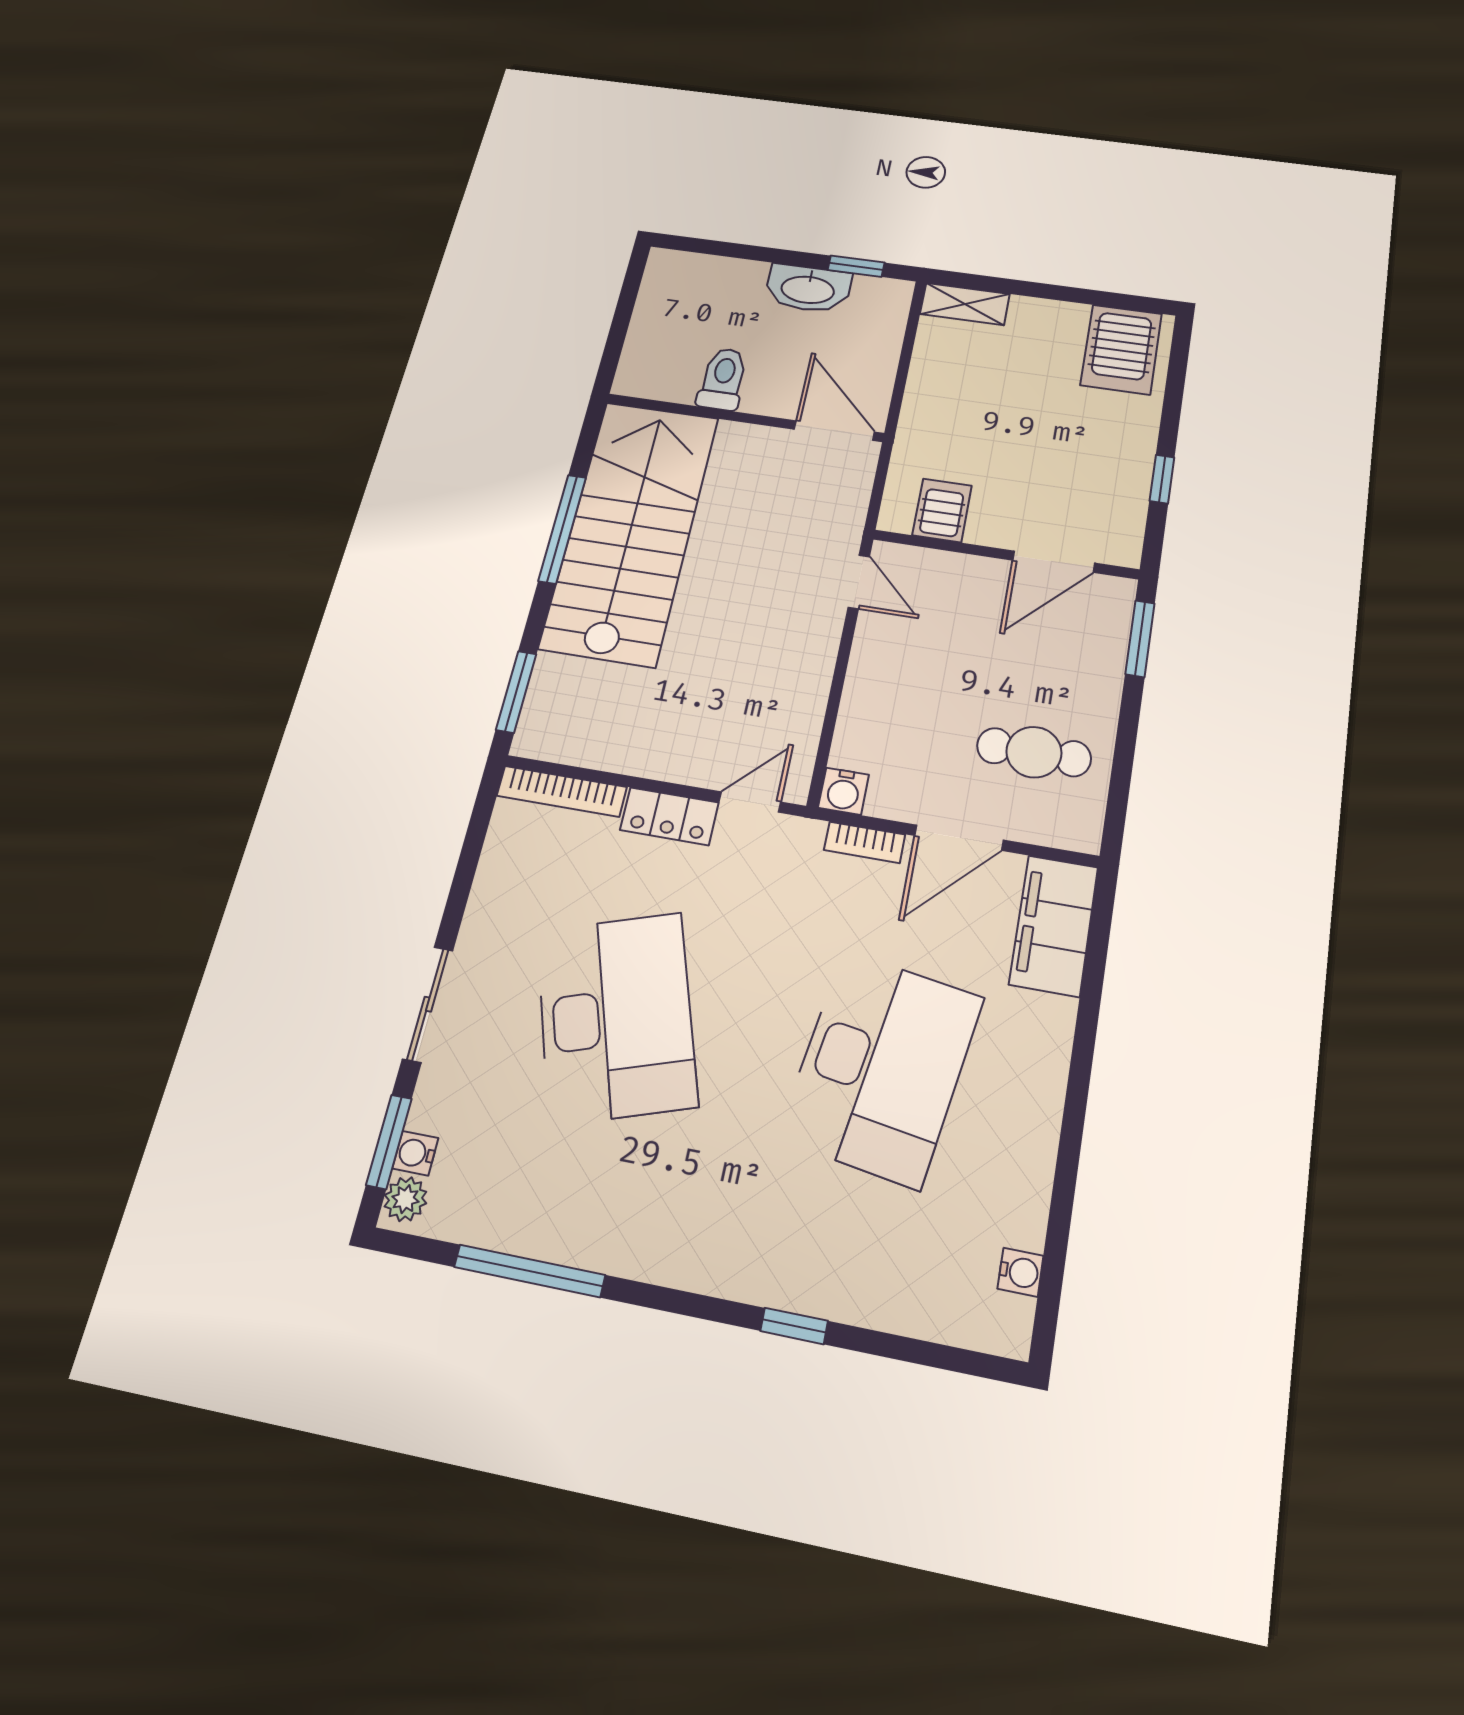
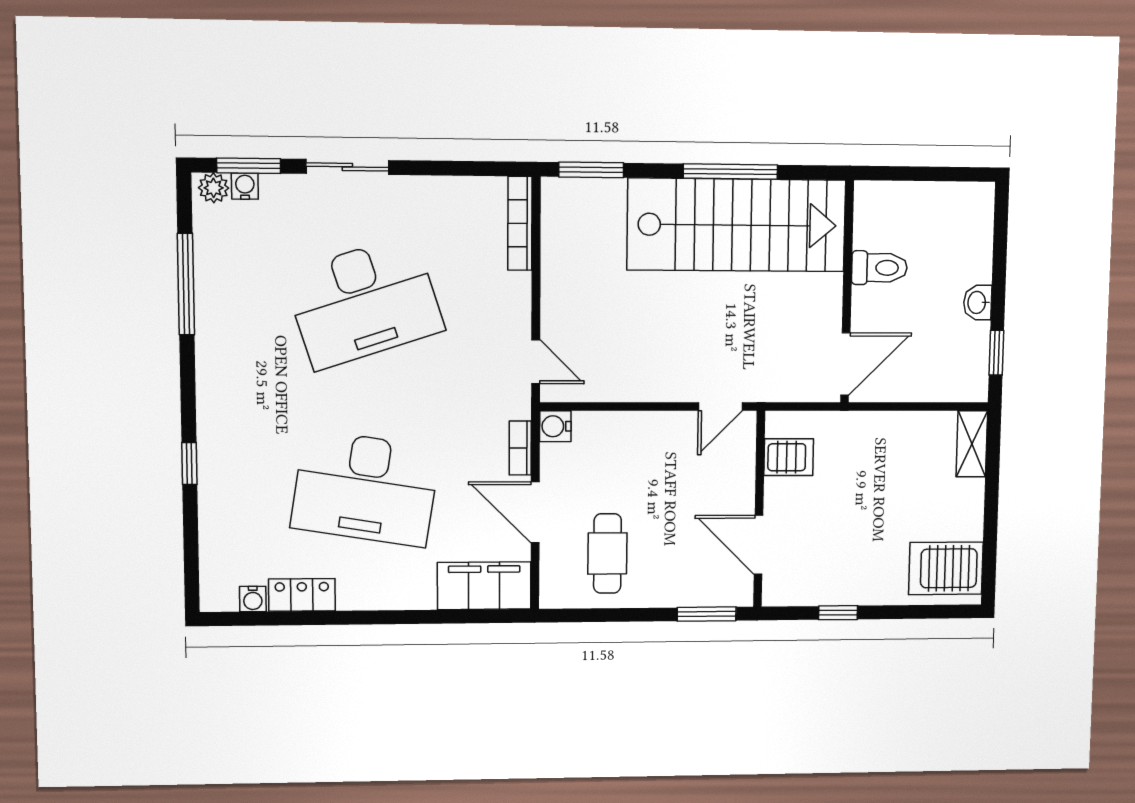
washbasin: (808, 289) -> (978, 302), width x0.52, depth x0.69
locker: (669, 816) -> (302, 595), moved, turned 90

